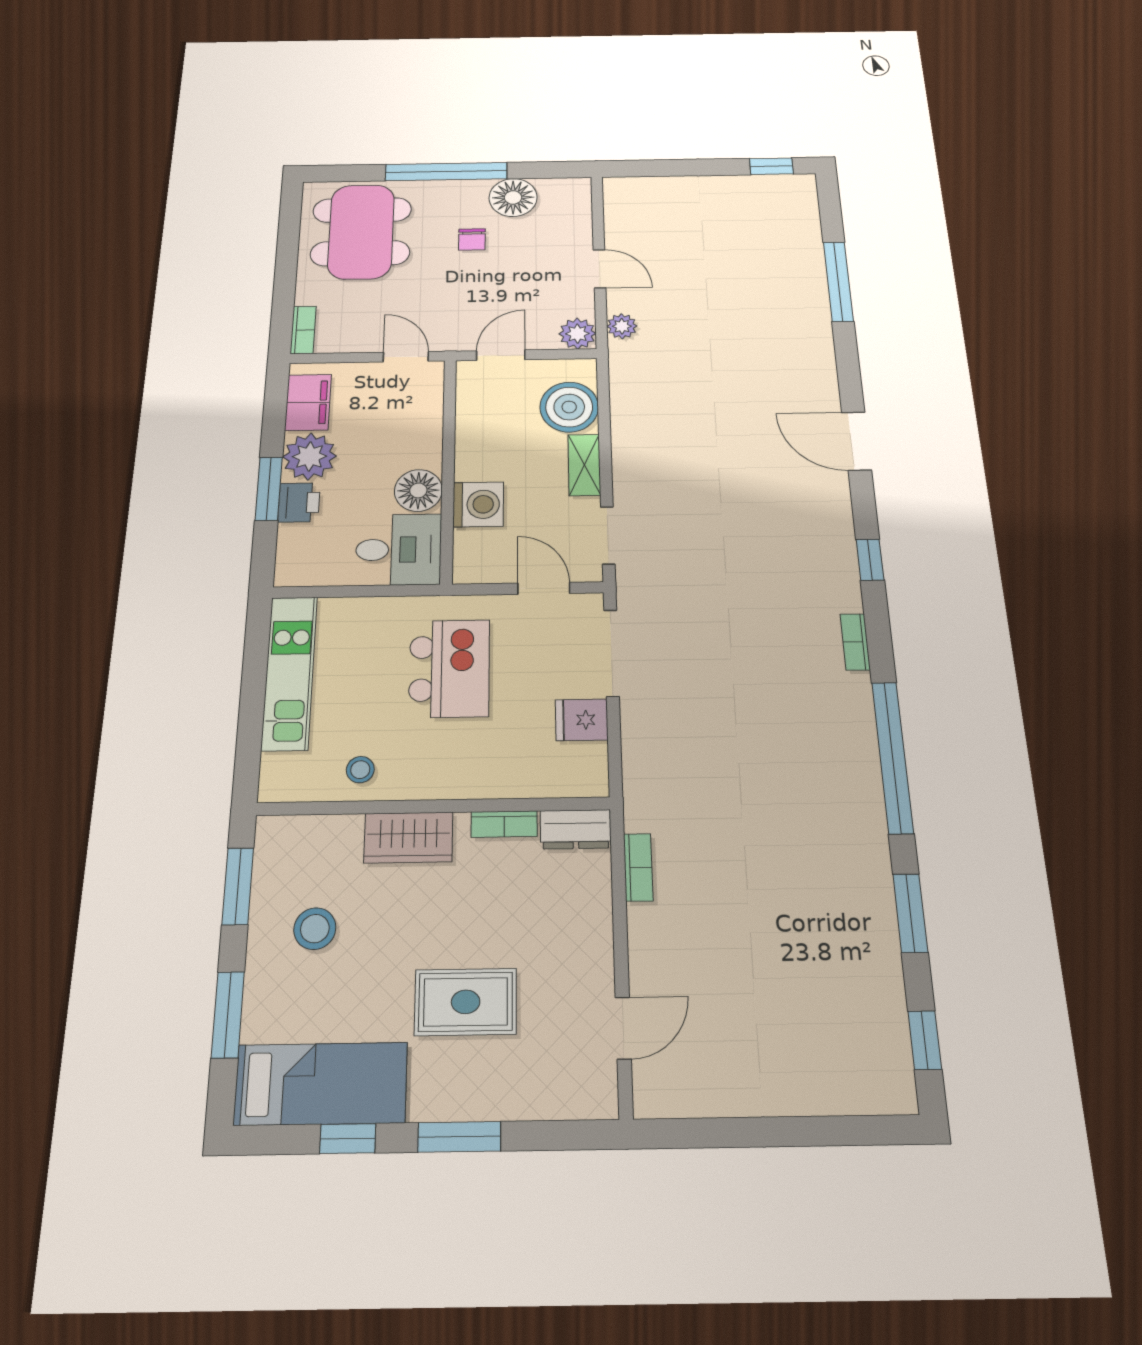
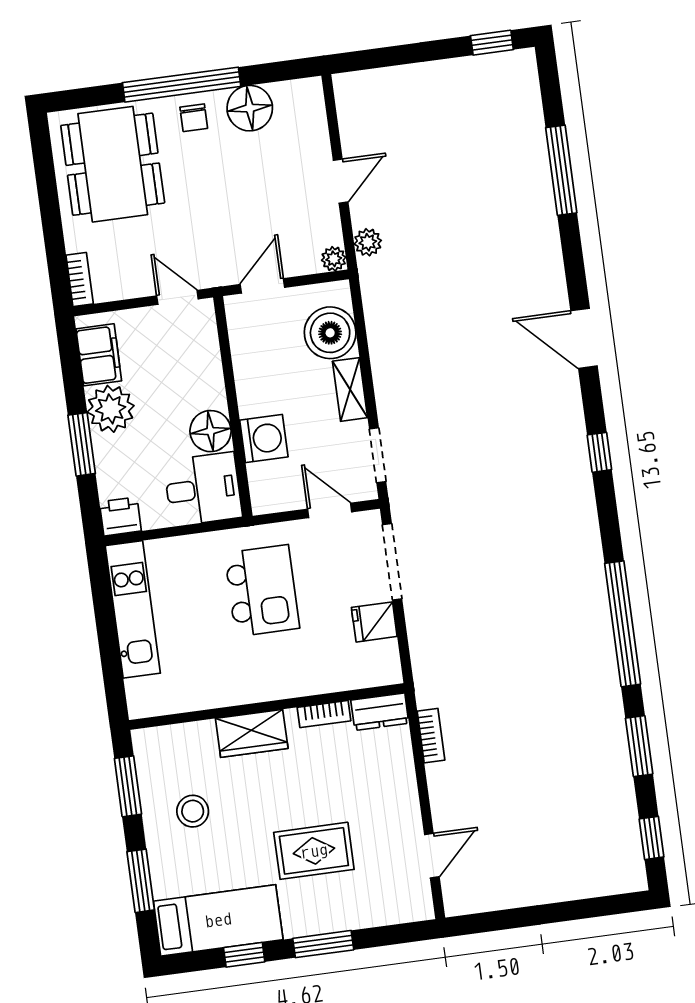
chair: (472, 239) -> (194, 118), moved
door: (599, 269) -> (341, 181), hinge flipped
plant: (577, 334) -> (334, 259), width x0.73, depth x0.73
printer: (299, 503) -> (120, 516), moved, turned -90
bookcase: (855, 642) -> (590, 529), removed
stool: (360, 770) -> (205, 684), removed

